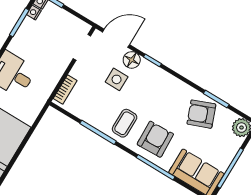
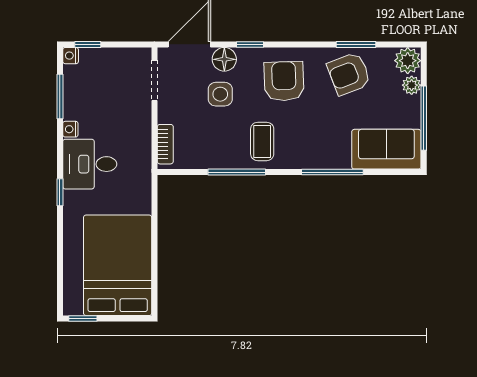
nightstand: (34, 13) -> (70, 129), moved
armchair: (155, 139) -> (284, 81), moved
plant: (235, 144) -> (412, 85), added

